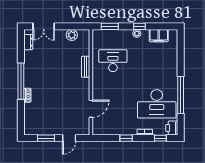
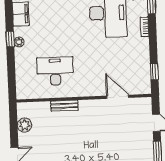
window: (110, 26) -> (12, 77), removed
desk: (113, 61) -> (55, 71), turned 90
window: (126, 138) -> (154, 72), moved

